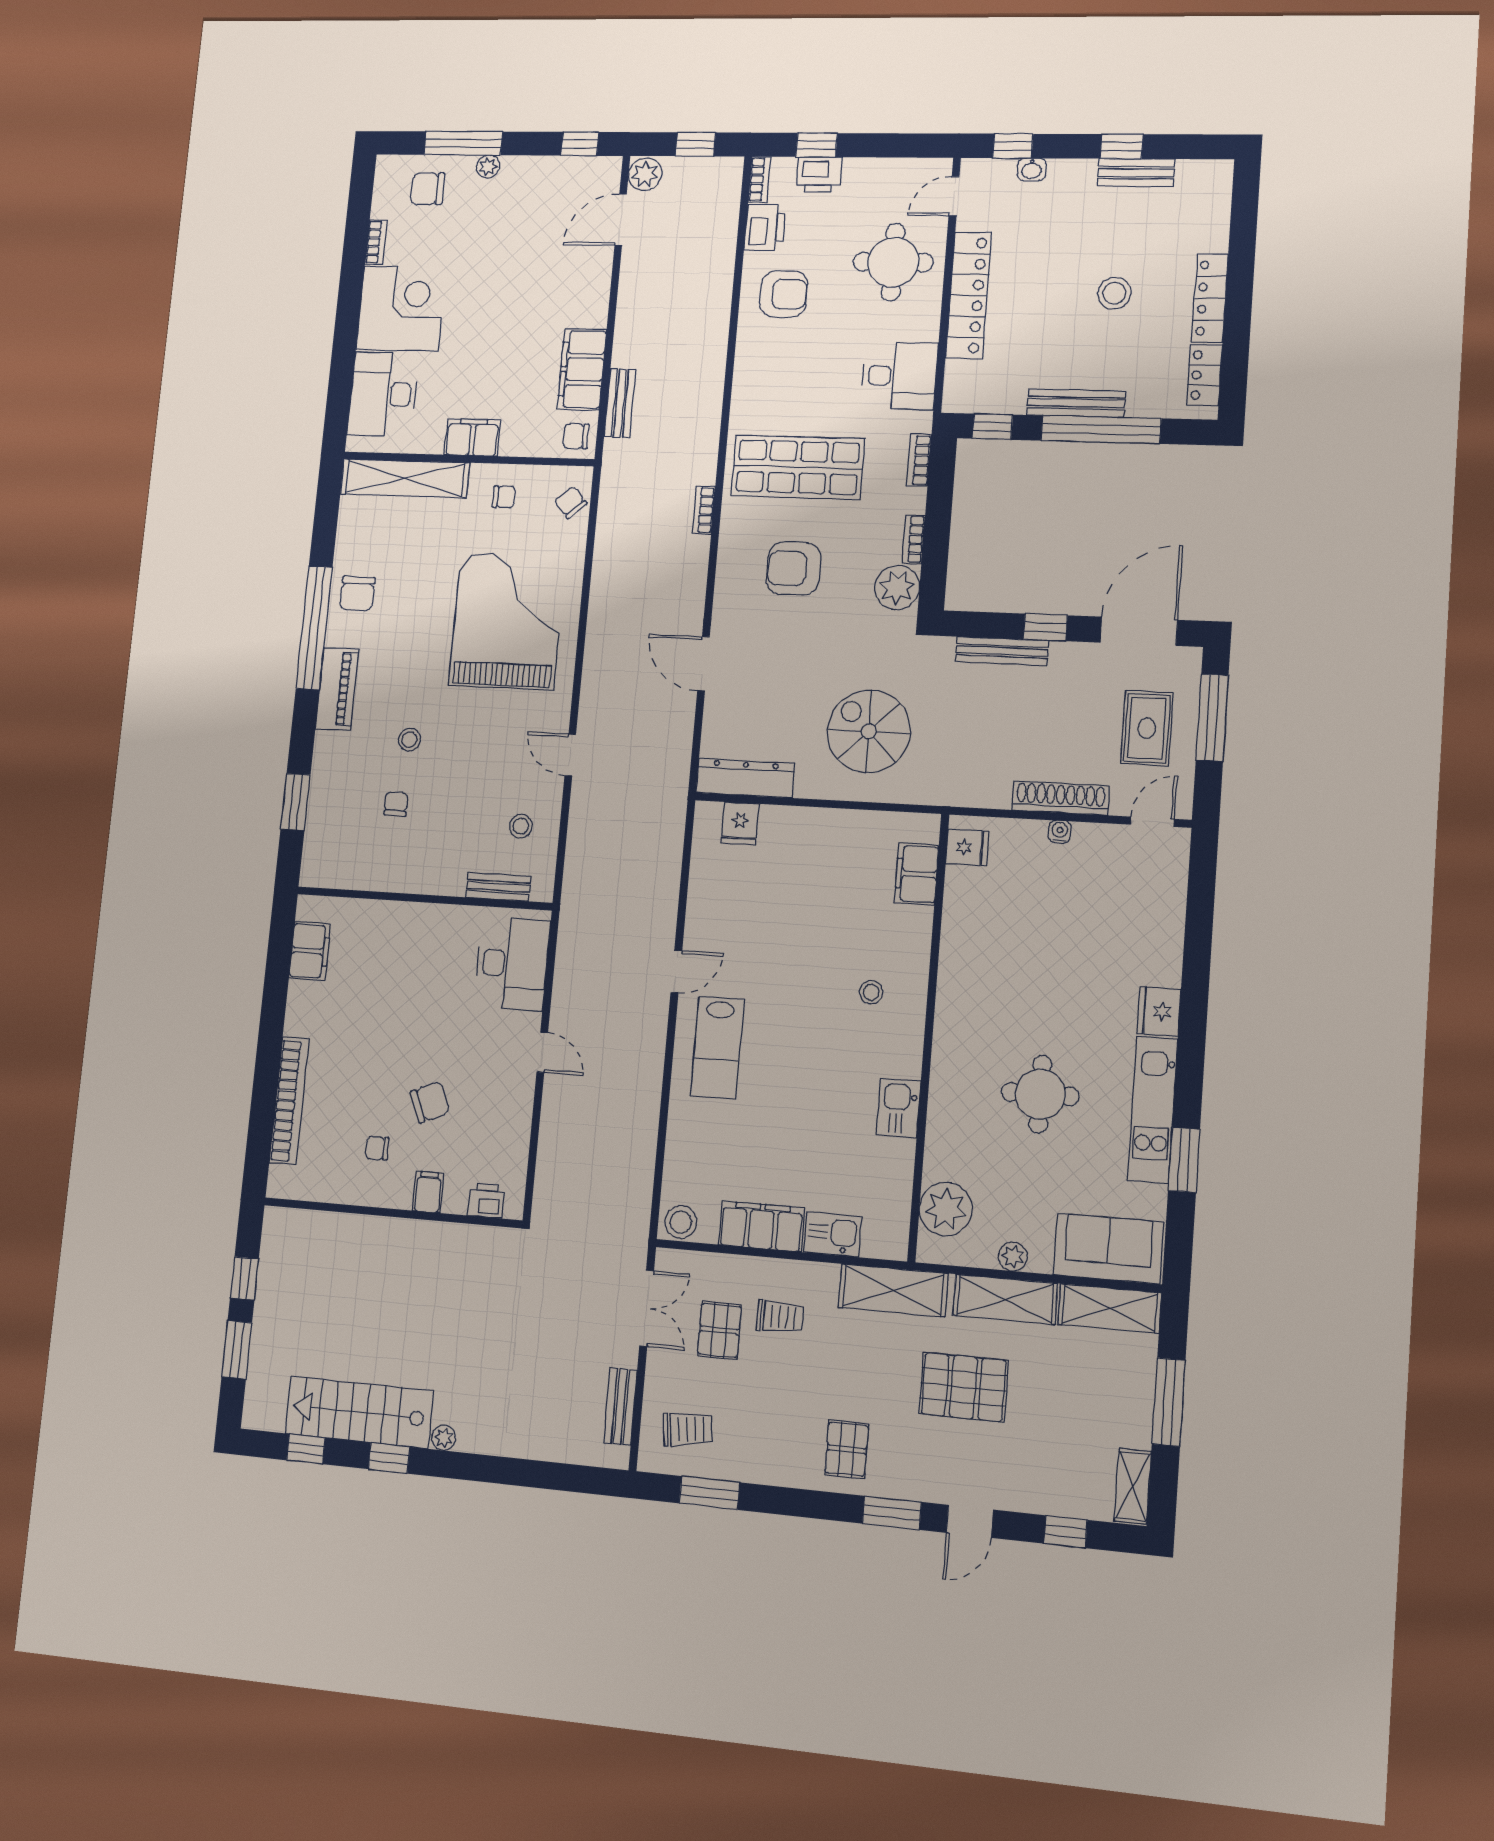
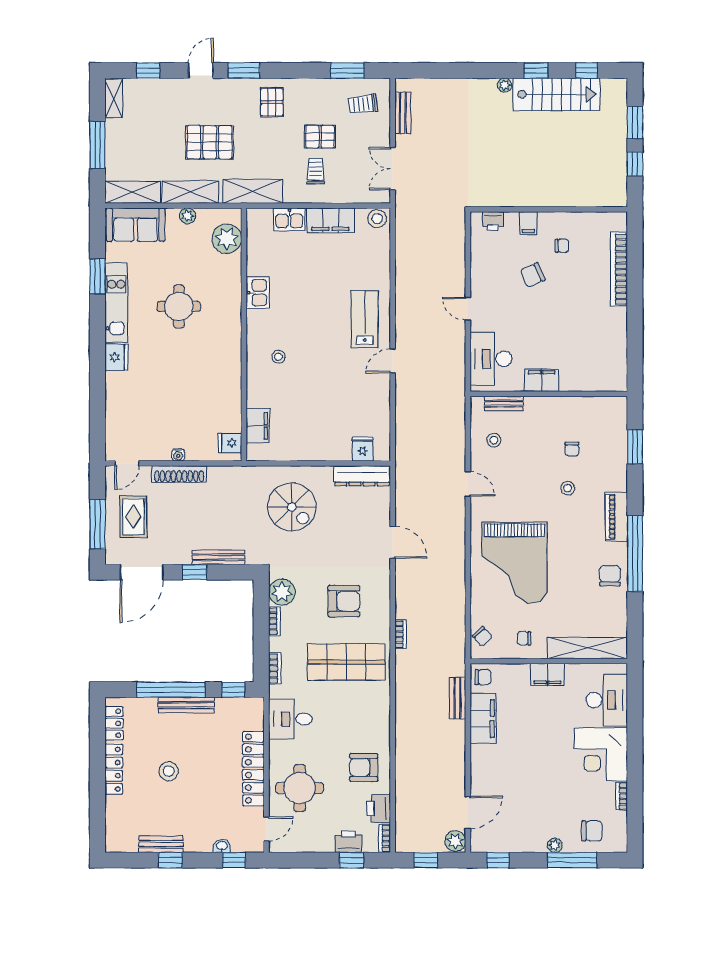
filing cabinet: (310, 951) -> (542, 380), moved, turned 90
trolley: (780, 1317) -> (315, 171), turned 90
pallet: (719, 1330) -> (320, 137), moved, turned 90

